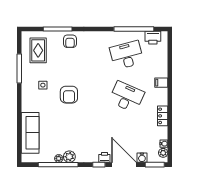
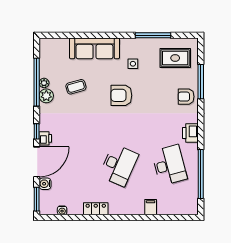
printer: (153, 38) -> (190, 133), moved
filing cabinet: (161, 83) -> (151, 207), moved
coffee table: (62, 132) -> (76, 87), added
sofa: (30, 133) -> (94, 48), moved
plant: (163, 153) -> (51, 209), removed

